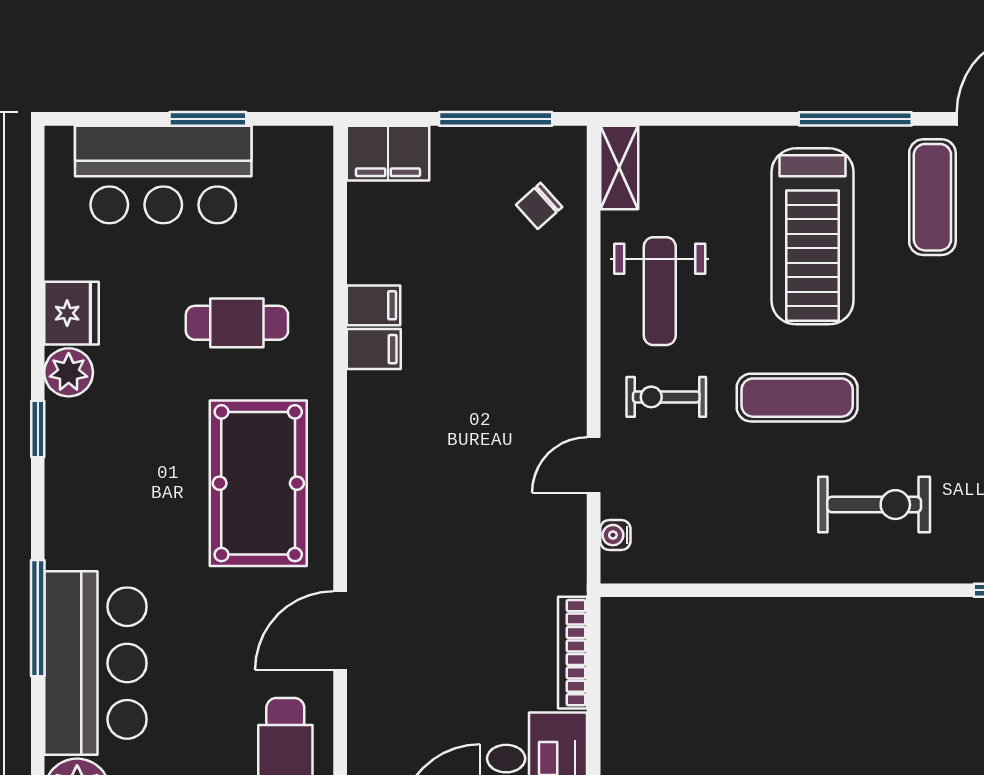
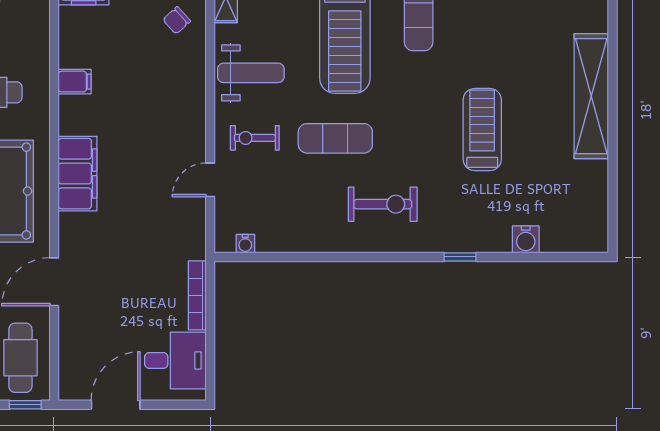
weight bench: (660, 291) -> (251, 73), turned -90
filing cabinet: (374, 349) -> (78, 174), moved, width x3.00, depth x1.17
water cooler: (615, 535) -> (245, 244), moved, turned -90

